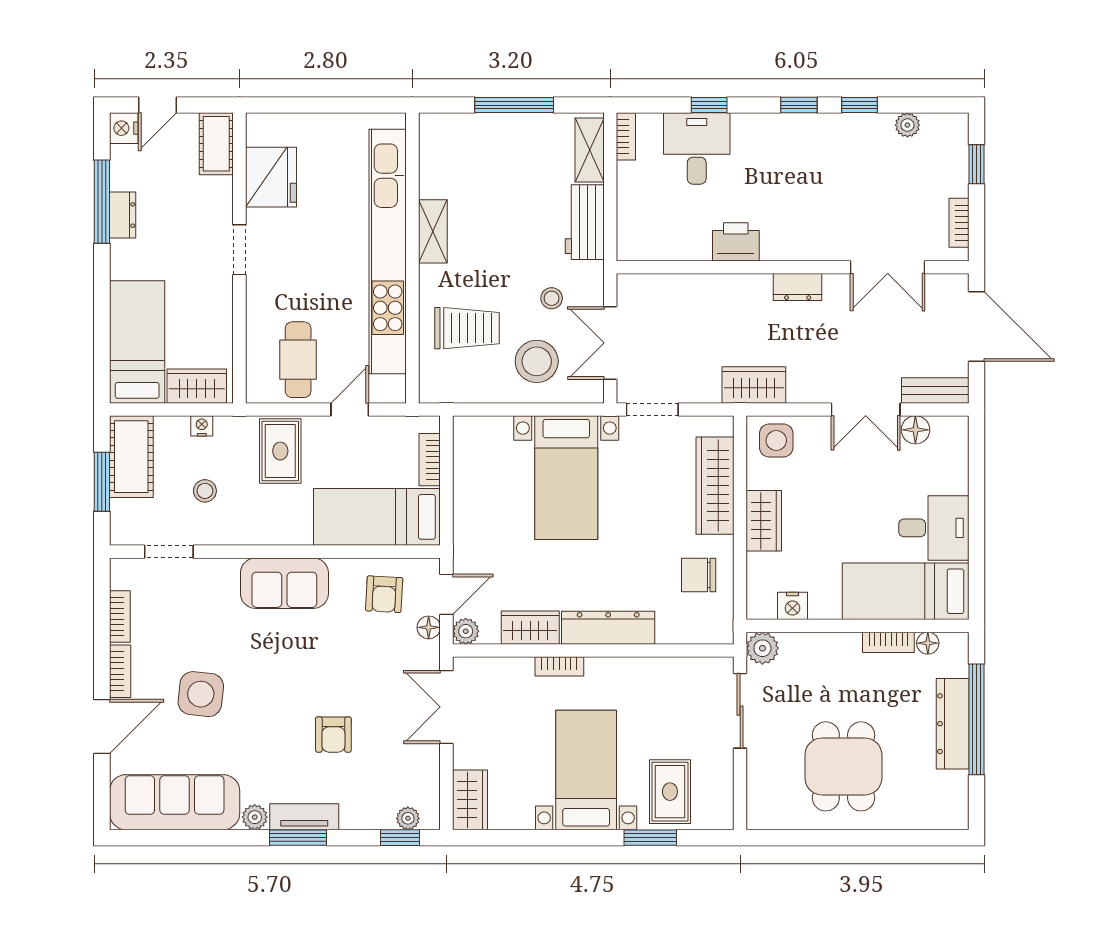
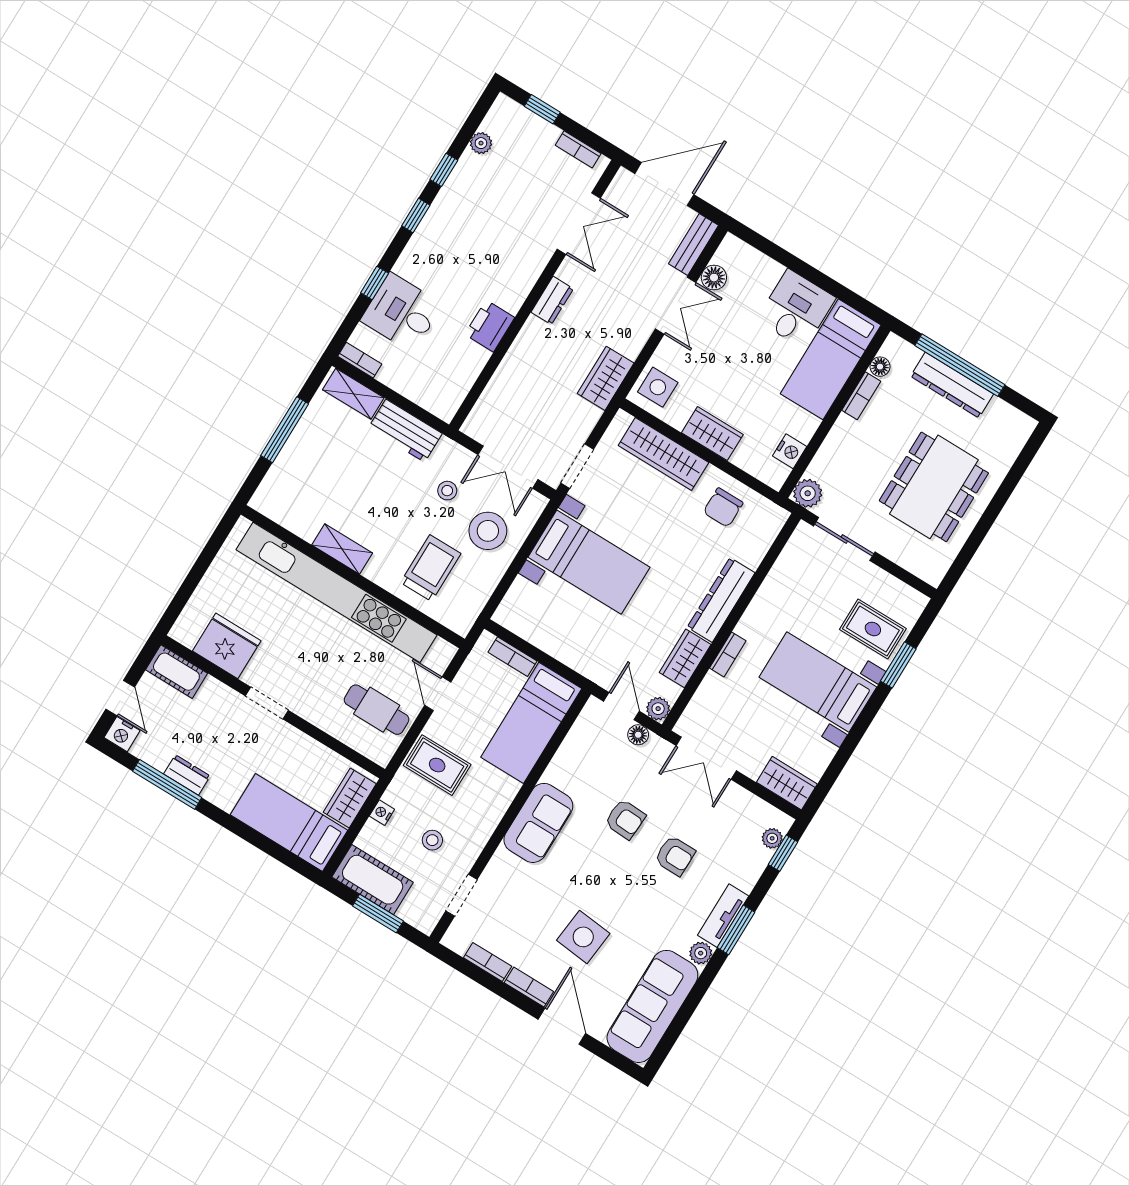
armchair: (384, 594) -> (625, 819), moved
dining table: (843, 766) -> (934, 487), width x1.38

